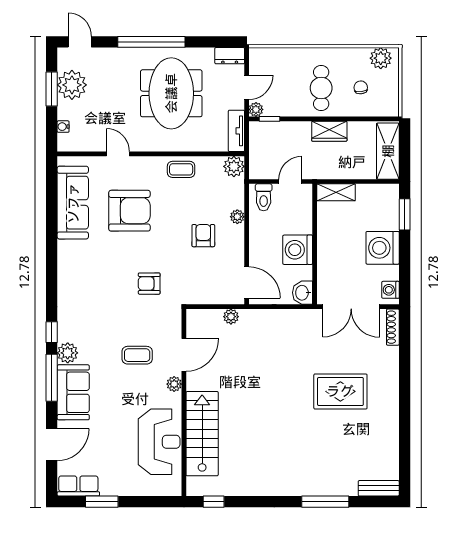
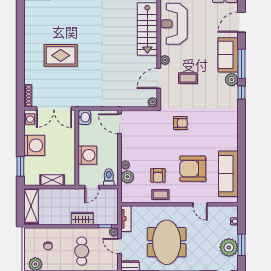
door: (247, 87) -> (119, 246), hinge flipped
cafe table: (321, 88) -> (82, 251), moved
wardrobe: (329, 131) -> (82, 218), moved
plant: (234, 166) -> (127, 177), moved
shelving: (336, 192) -> (52, 180), moved
armchair: (203, 236) -> (158, 175), moved
washing machine: (298, 250) -> (87, 155), moved
double door: (351, 307) -> (54, 108), swing flipped
plant: (231, 317) -> (152, 102), moved

